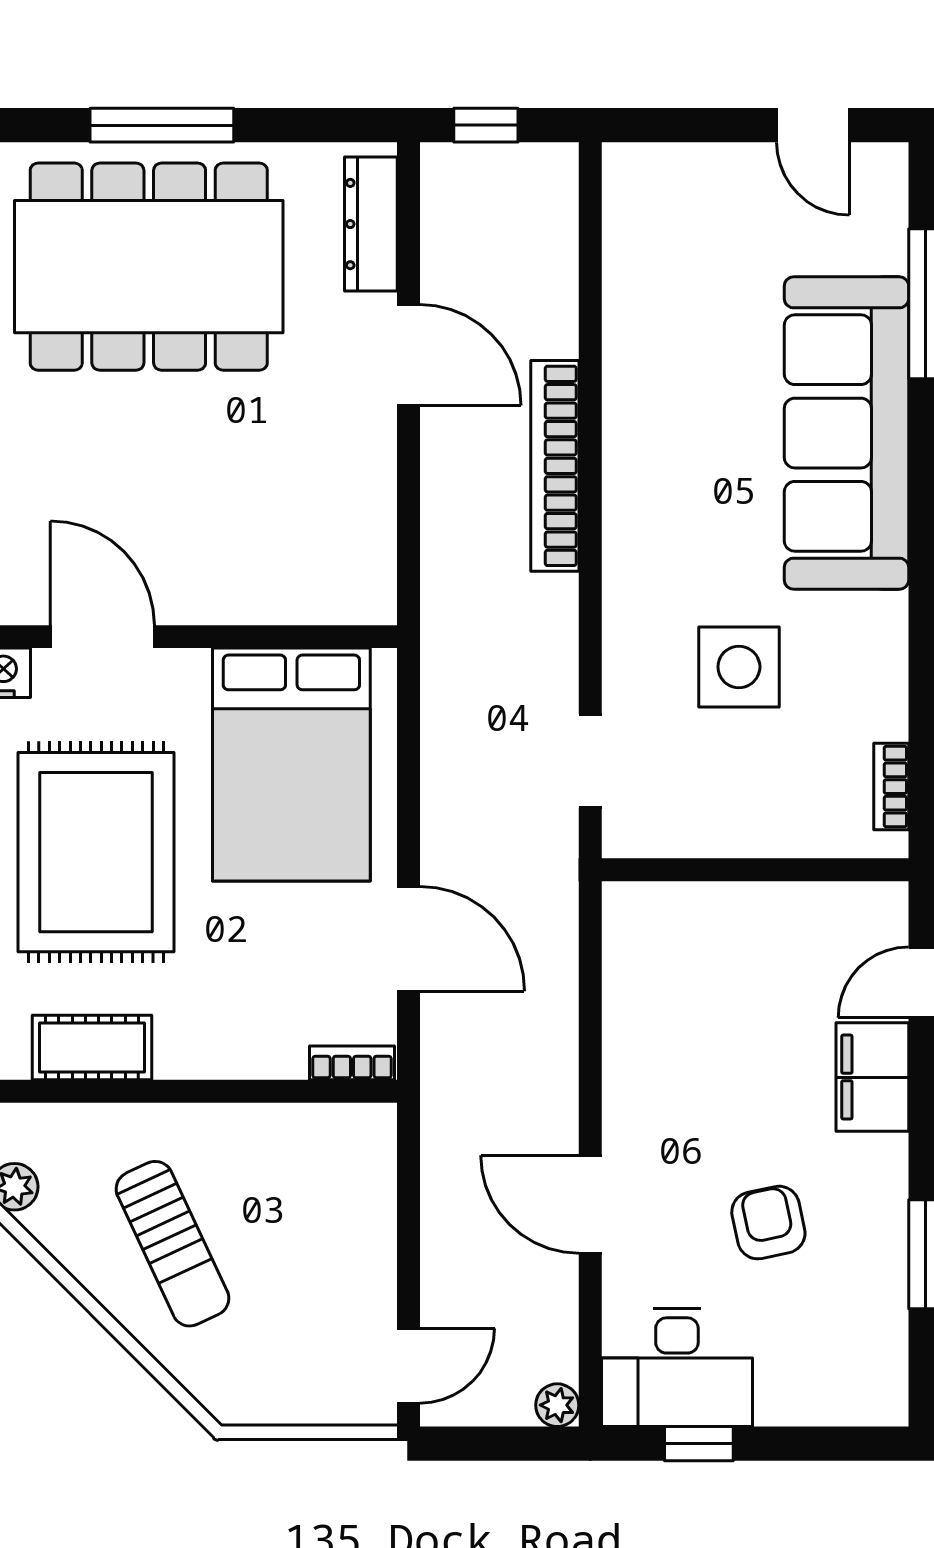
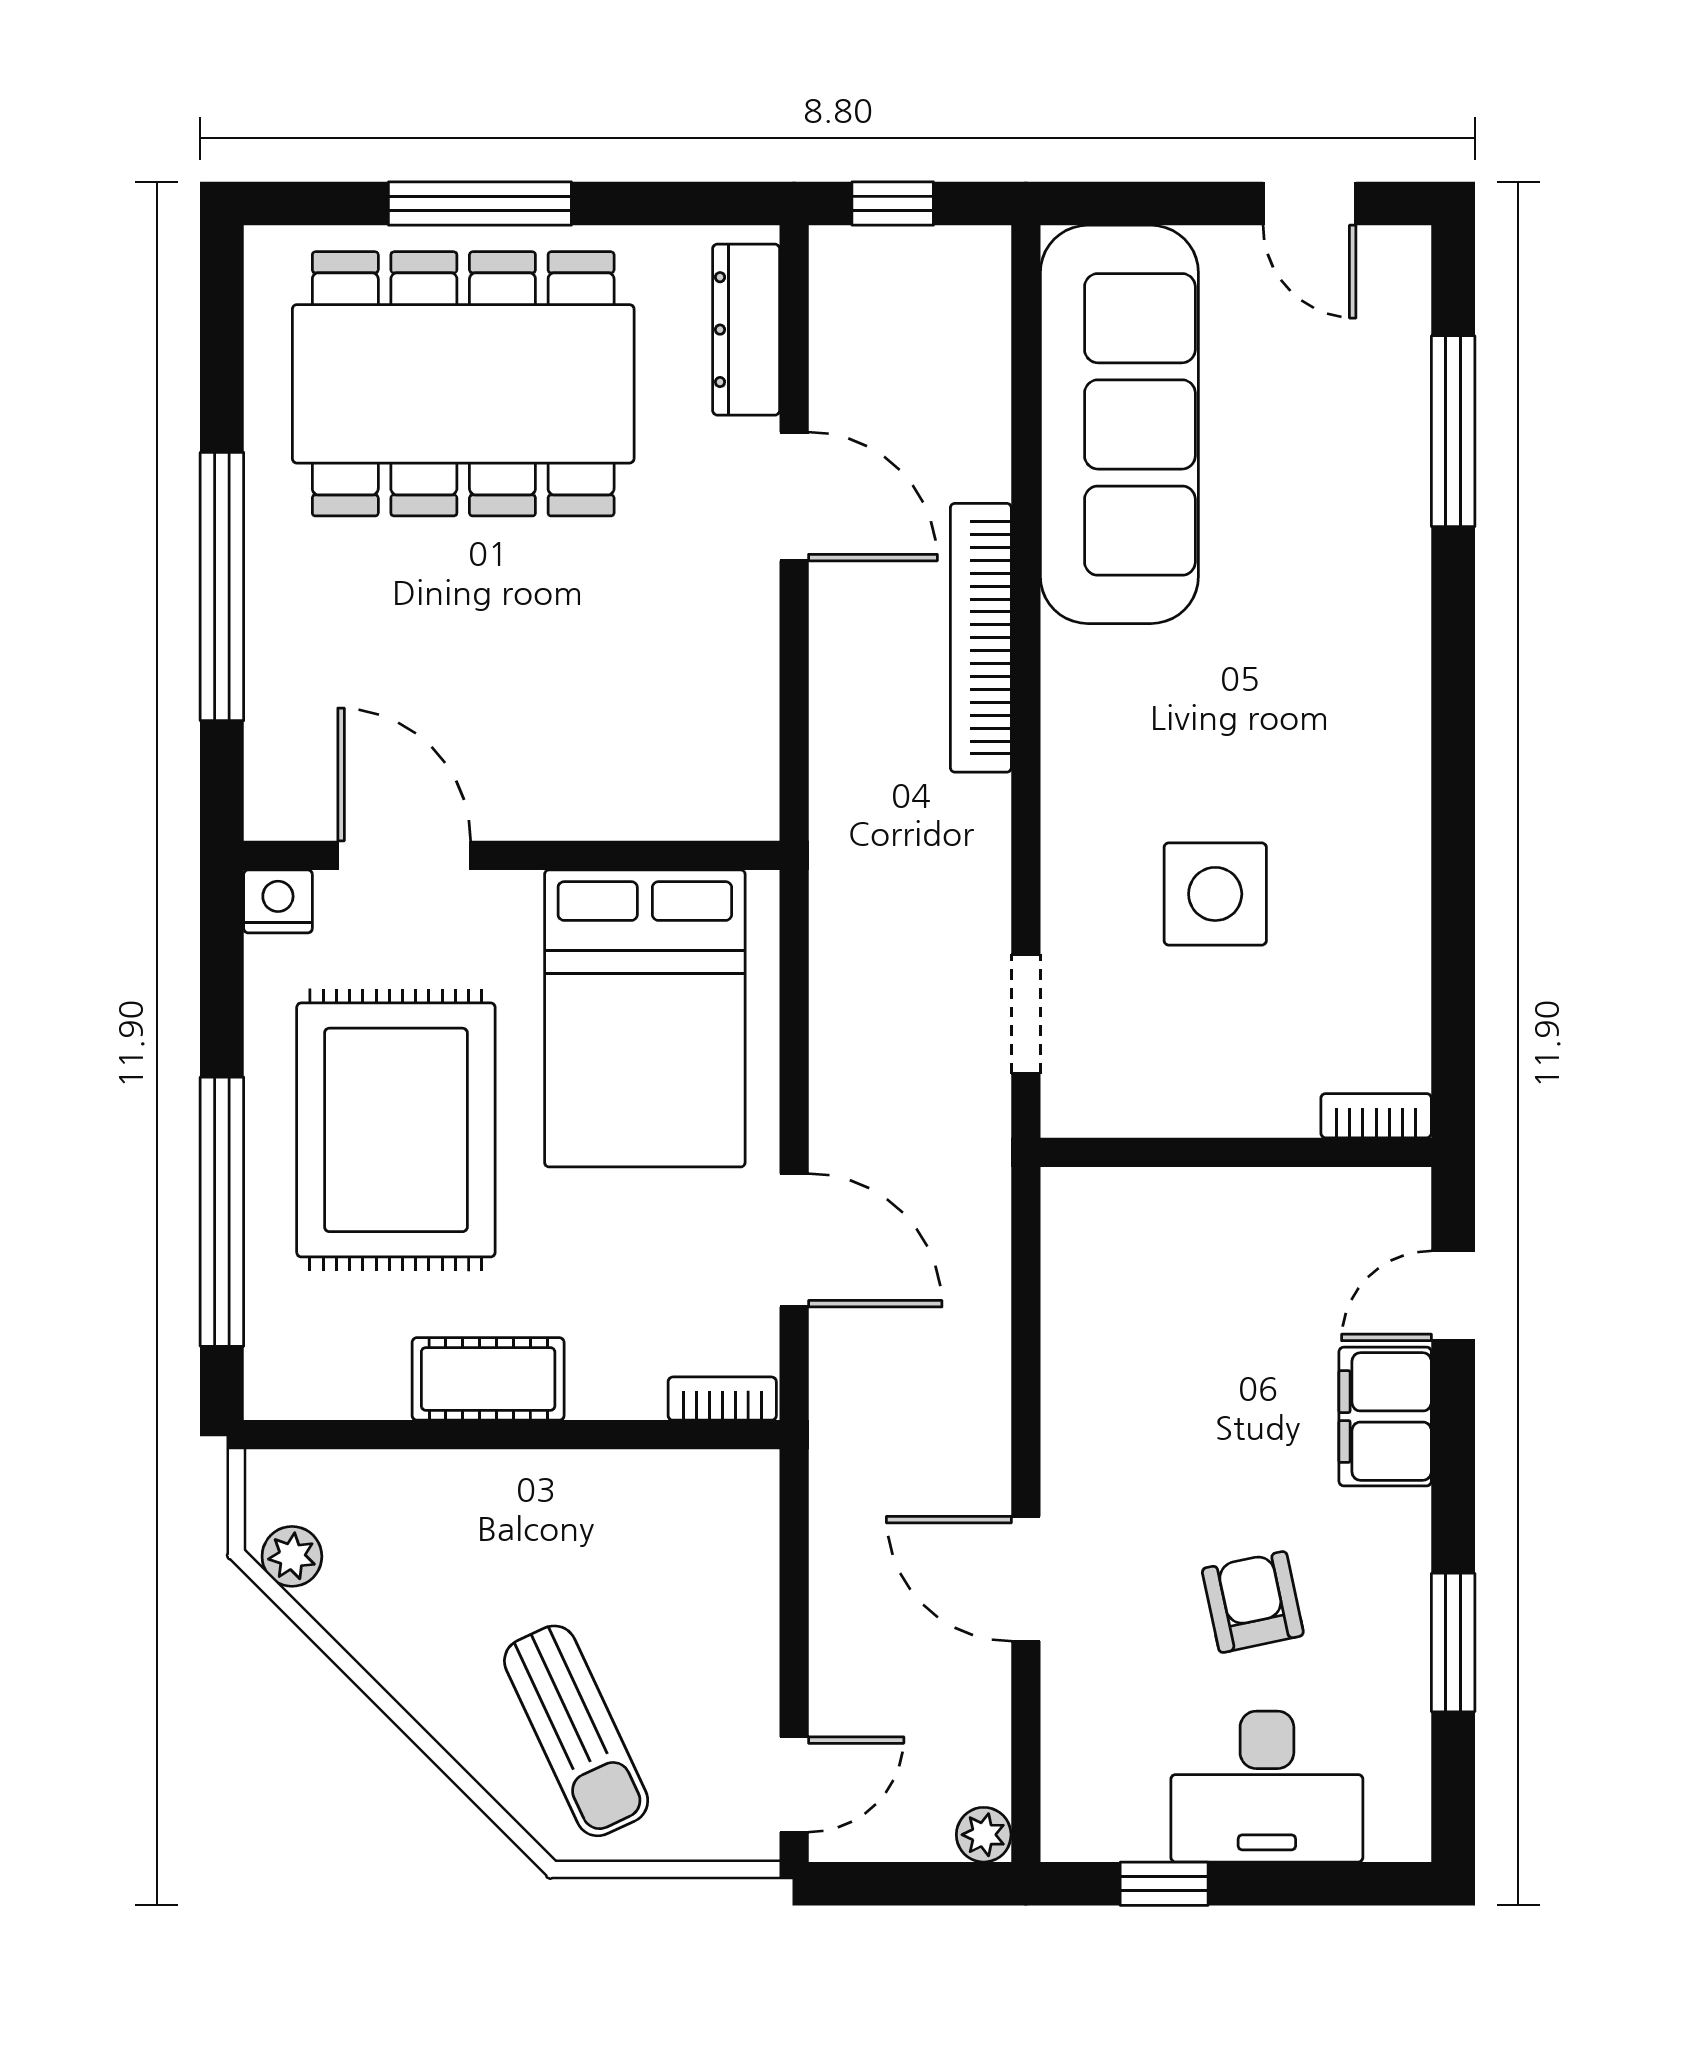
sofa: (846, 433) -> (1119, 424), moved, turned 180
bookcase: (891, 787) -> (1376, 1116), moved, turned 90
cot: (92, 1048) -> (488, 1379), moved
sun lounger: (172, 1244) -> (576, 1731), moved
desk: (677, 1367) -> (1267, 1787), moved

